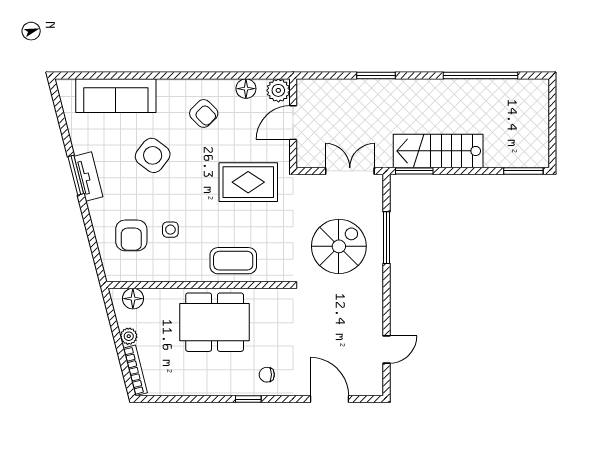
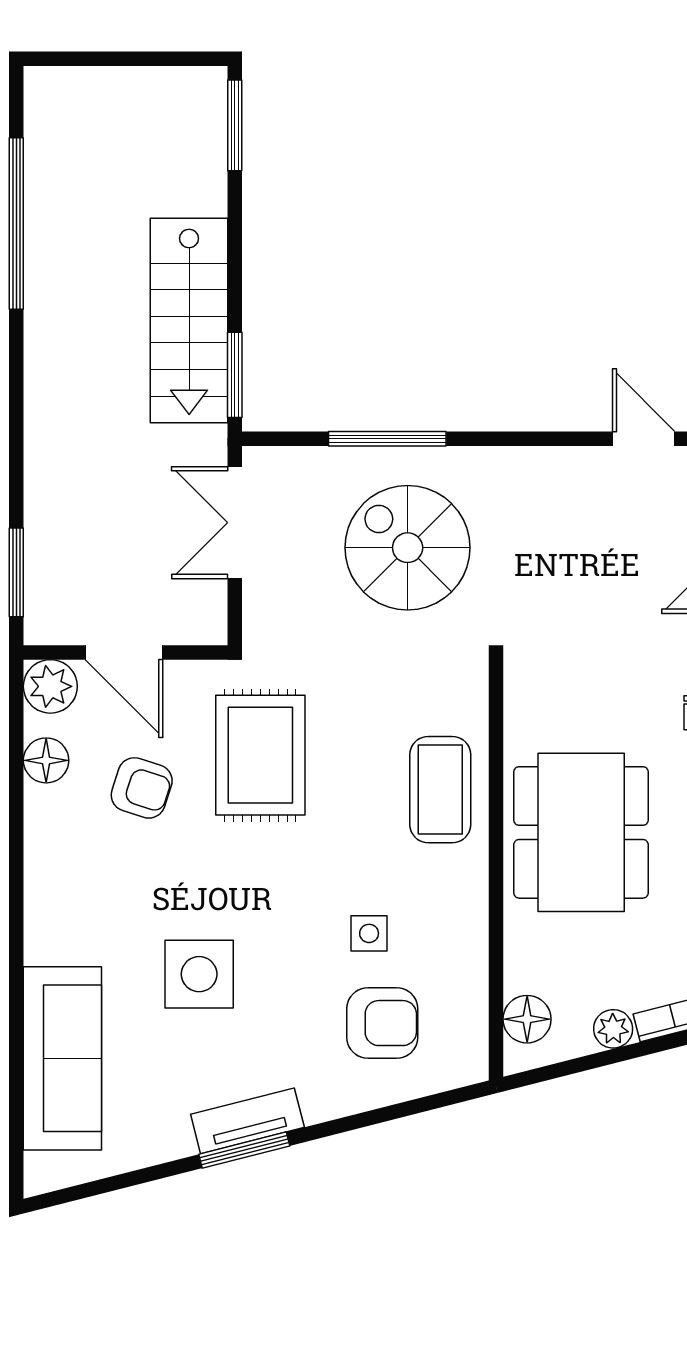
window: (376, 76) -> (16, 572), moved
armchair: (204, 113) -> (142, 788), moved, turned 63
side table: (153, 155) -> (199, 974), turned -37

